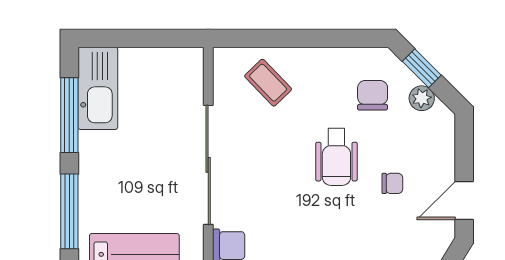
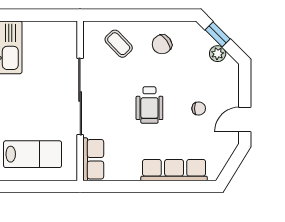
chair: (373, 95) -> (162, 44), moved, turned -126
wheelchair: (336, 157) -> (149, 105), moved

